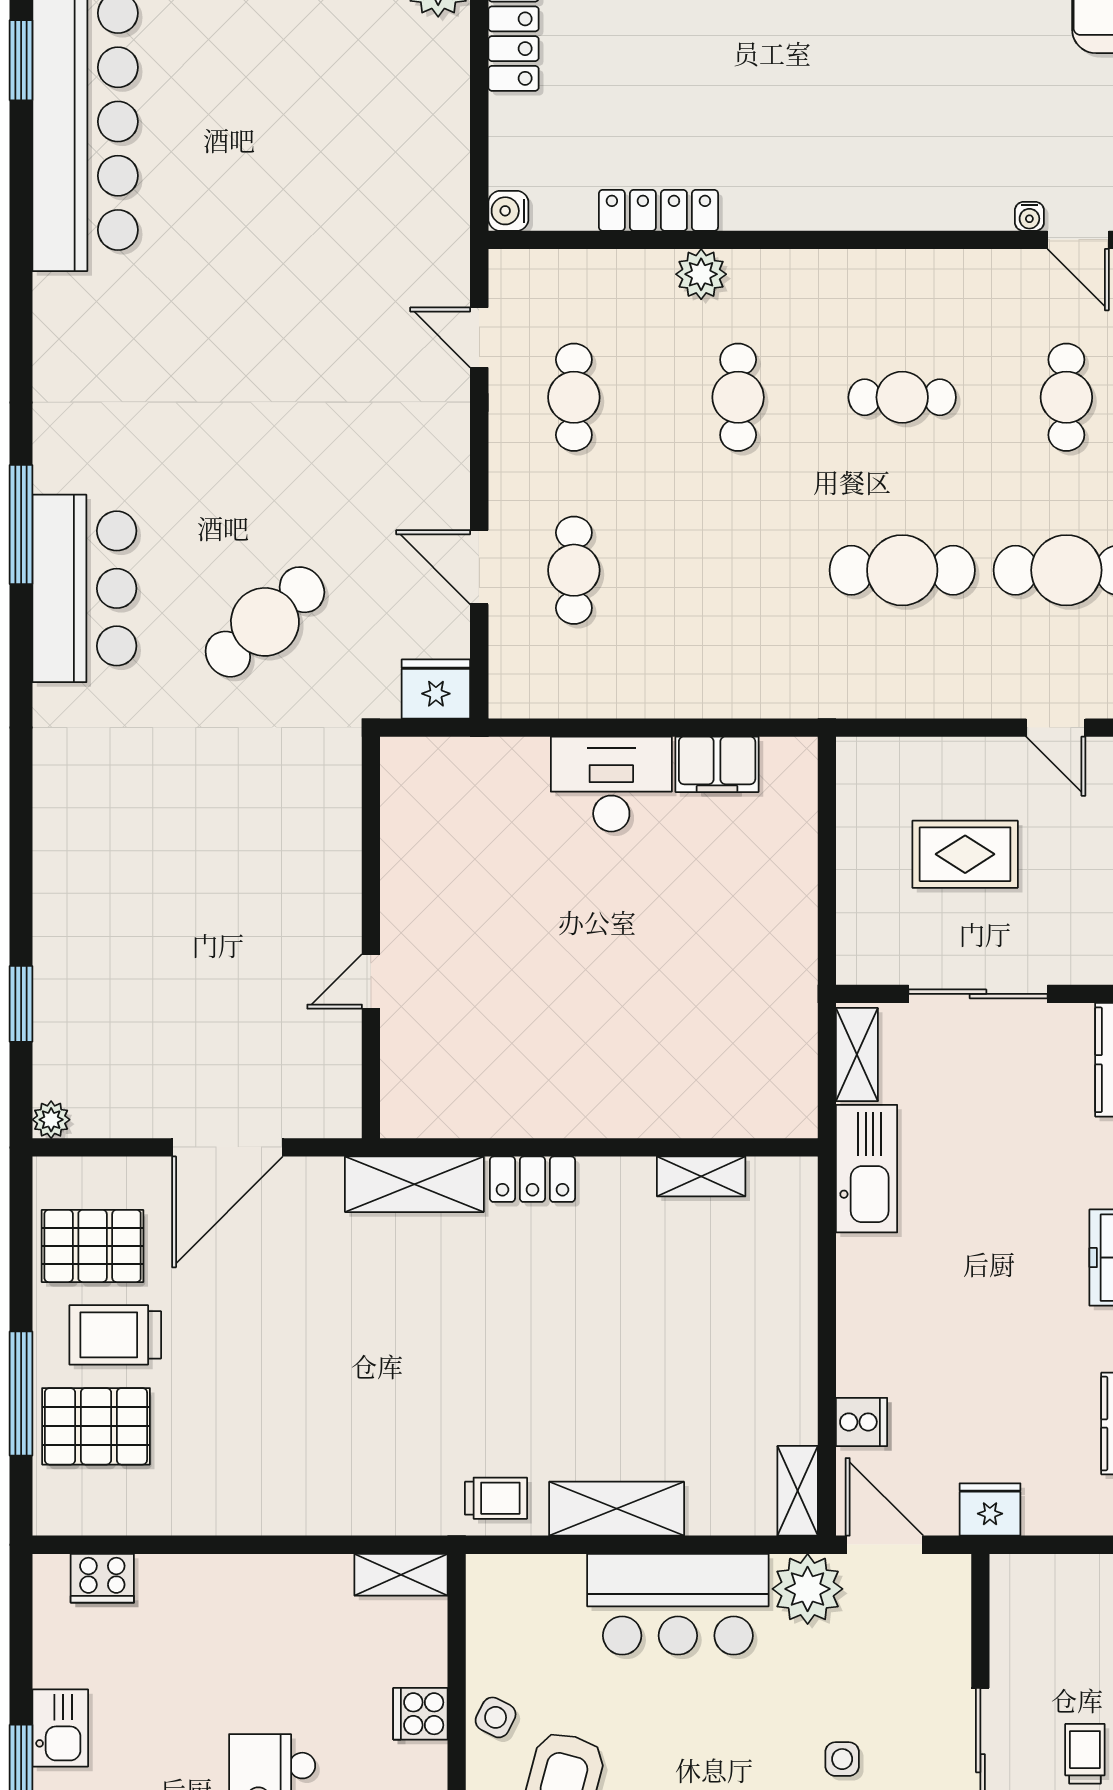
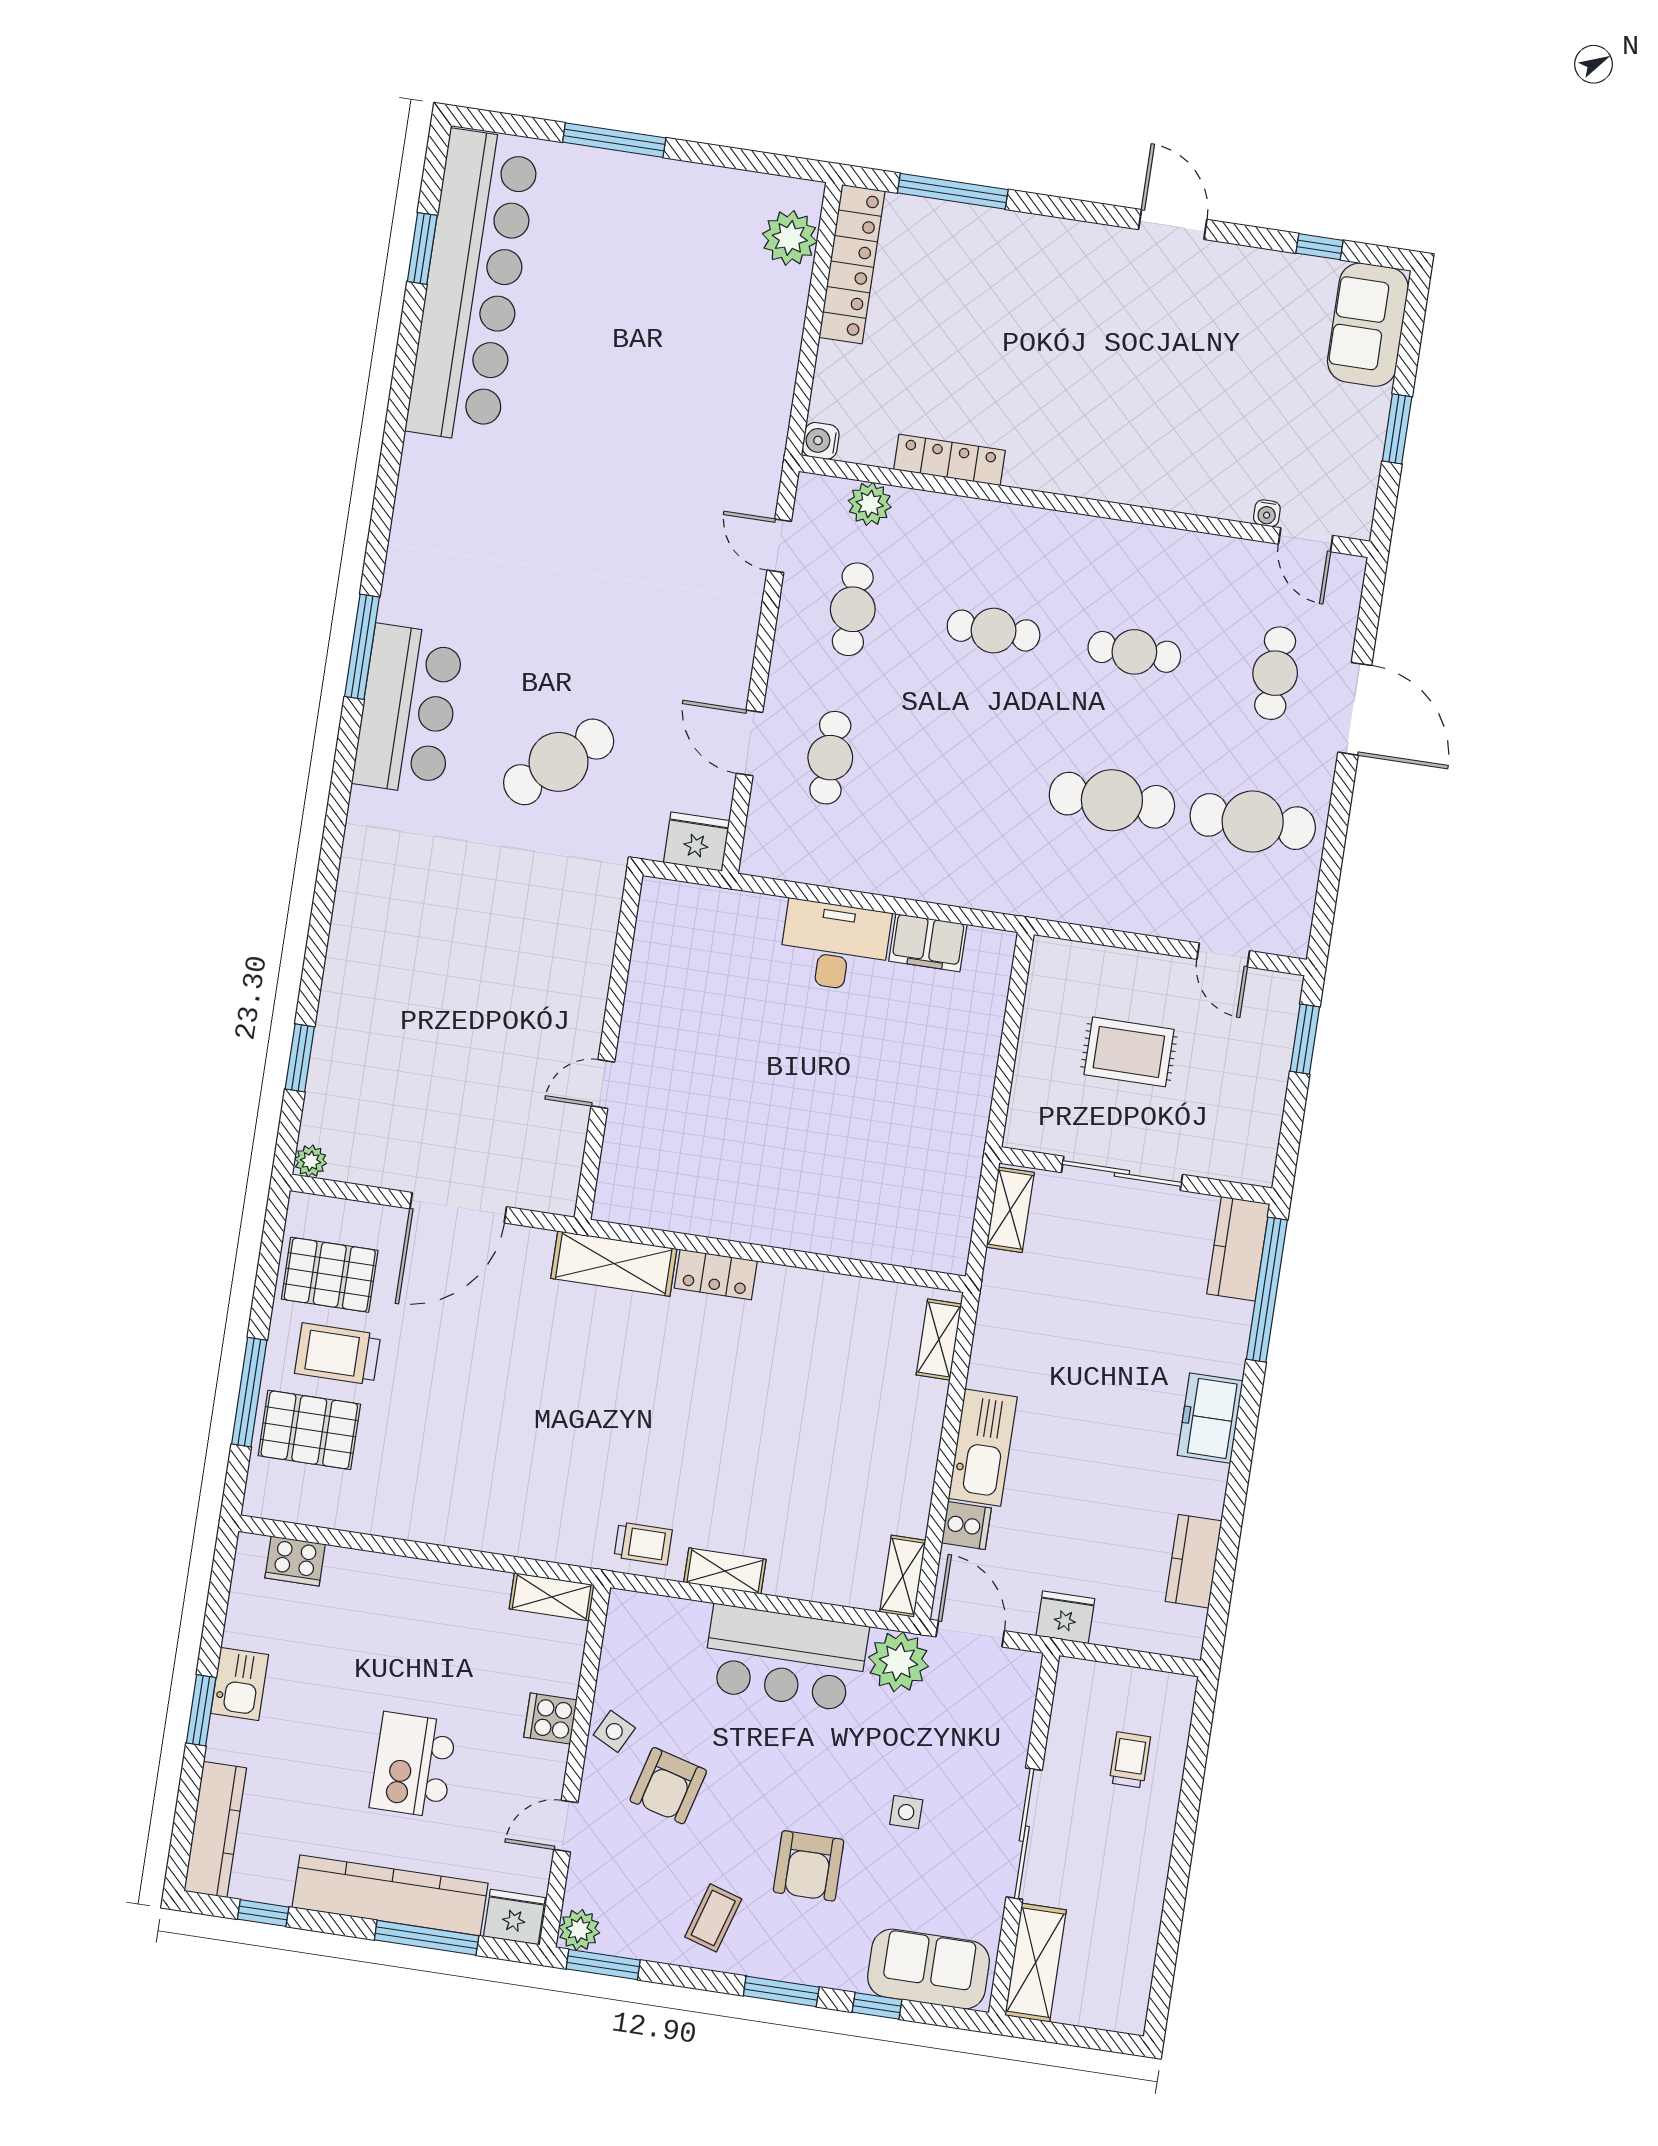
plant: (701, 274) -> (870, 504), moved
cafe table: (738, 397) -> (994, 631), turned 90
kitchen sink: (867, 1169) -> (983, 1448), moved
shelving: (701, 1176) -> (939, 1339), moved, turned 90
shelving: (617, 1509) -> (725, 1571), width x0.67, depth x0.75
trolley: (1085, 1754) -> (1130, 1760), moved

